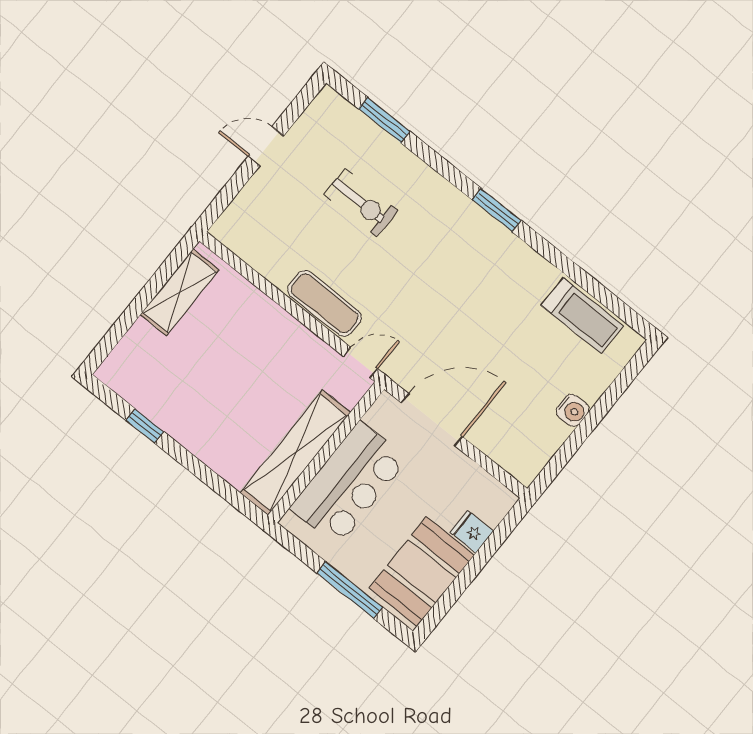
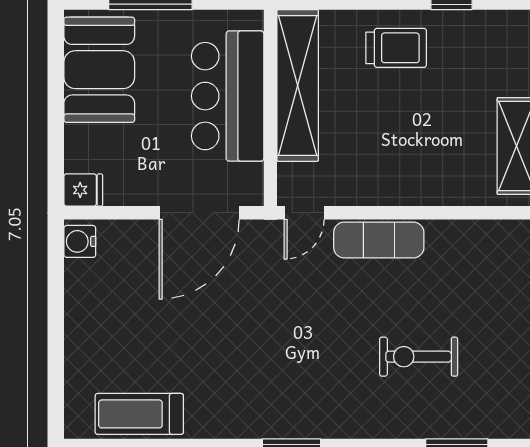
water cooler: (573, 410) -> (80, 241), moved
trolley: (208, 425) -> (396, 48), added
fridge: (472, 532) -> (83, 190), moved

